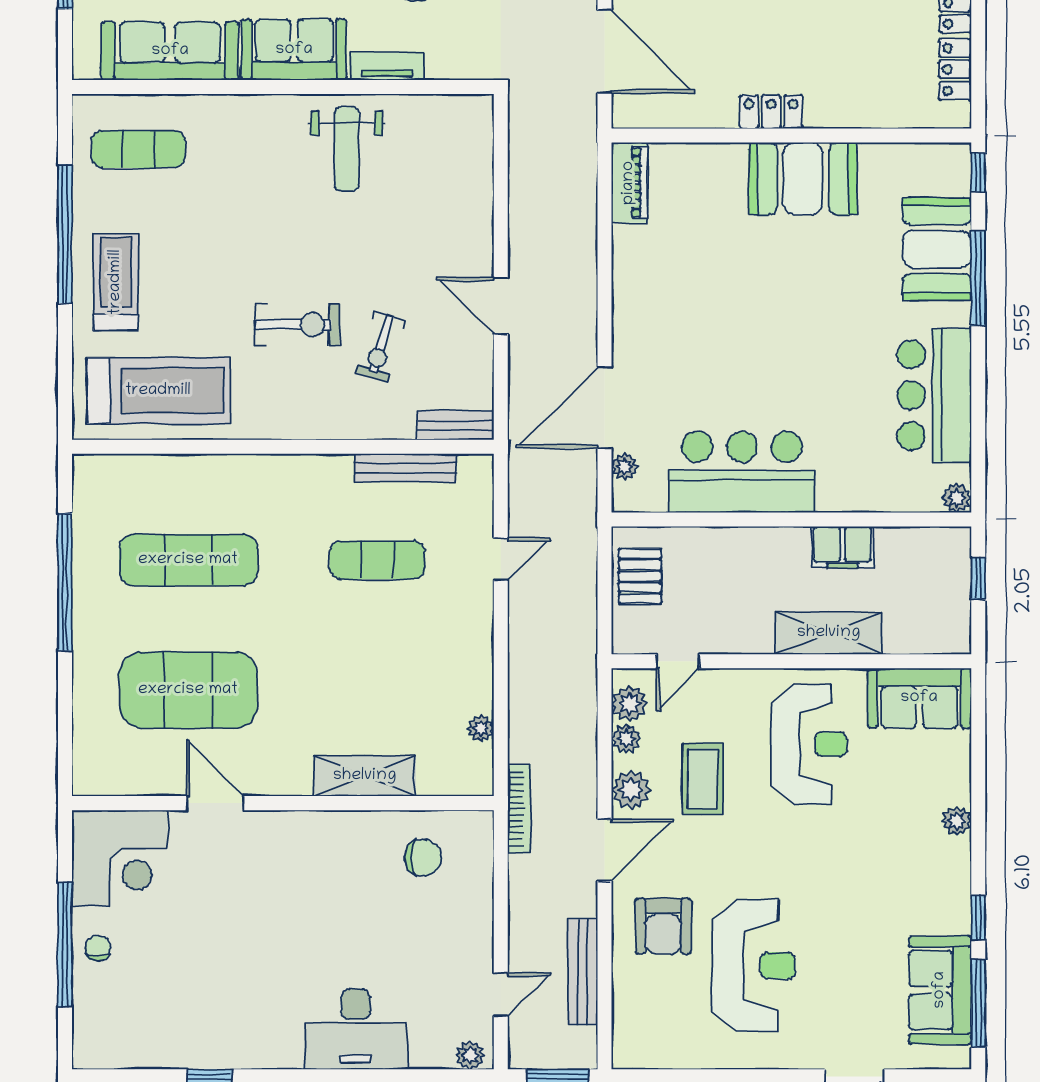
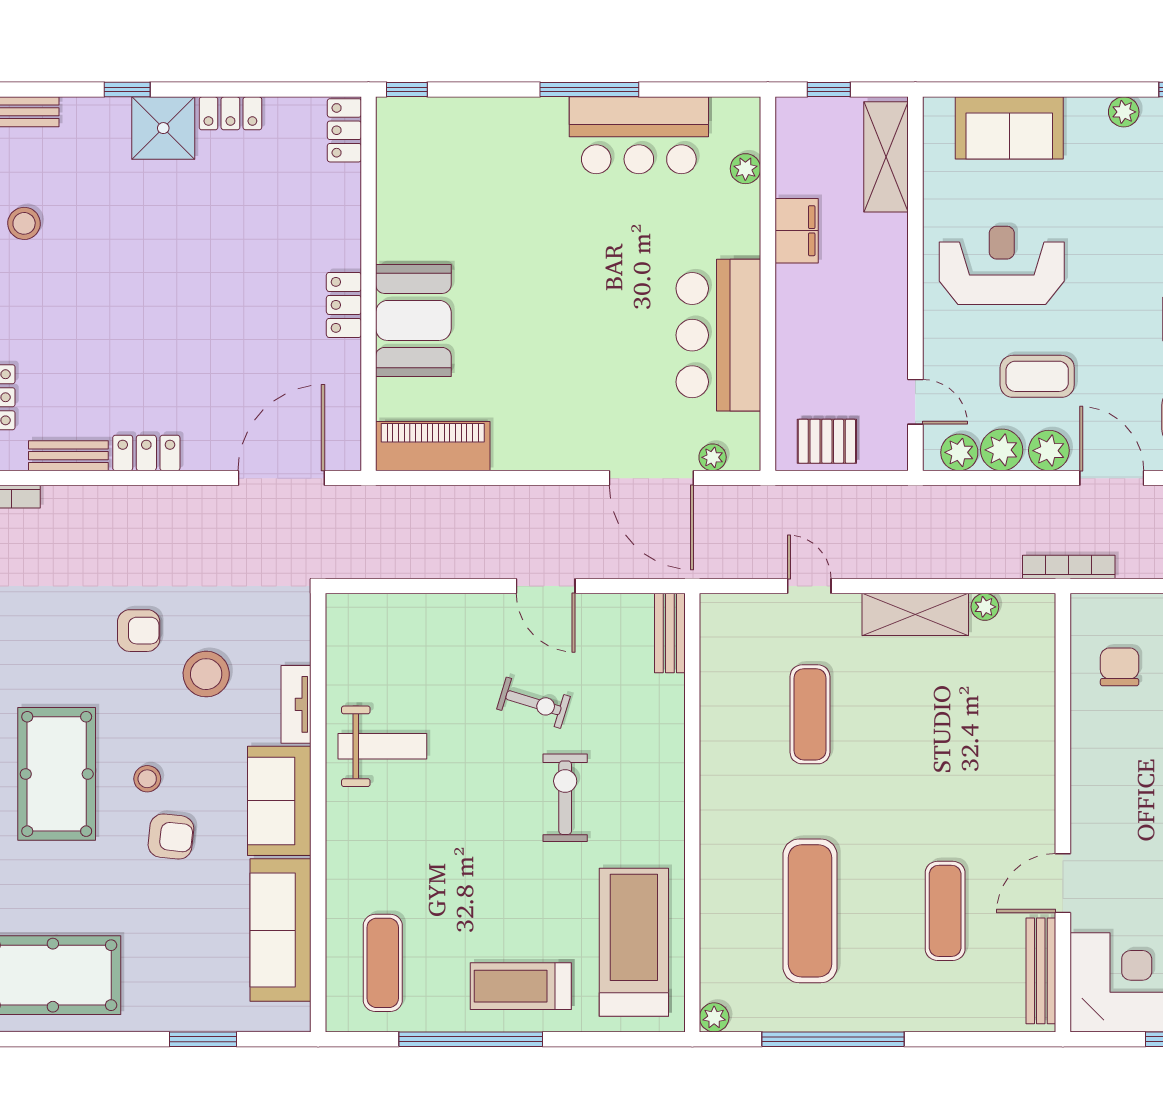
locker: (955, 69) -> (344, 130), moved, turned 90
booth: (803, 179) -> (413, 320), moved
piano: (629, 183) -> (433, 446), width x1.37, depth x1.33
booth: (937, 249) -> (487, 133), removed
window: (978, 278) -> (589, 90), moved
door: (501, 306) -> (546, 586), hinge flipped
exercise bike: (381, 347) -> (533, 703), moved
plant: (86, 468) -> (714, 1017), added
bench: (406, 468) -> (1041, 971), moved
plant: (957, 498) -> (745, 169), moved
shelving: (829, 633) -> (886, 157), moved
exercise mat: (188, 690) -> (945, 911), width x0.50, depth x0.69
sofa: (919, 698) -> (1009, 128), moved, turned 90
plant: (626, 739) -> (1002, 450), width x1.38, depth x1.38
shelving: (365, 776) -> (915, 614), moved, turned 90
plant: (957, 821) -> (1124, 112), moved

